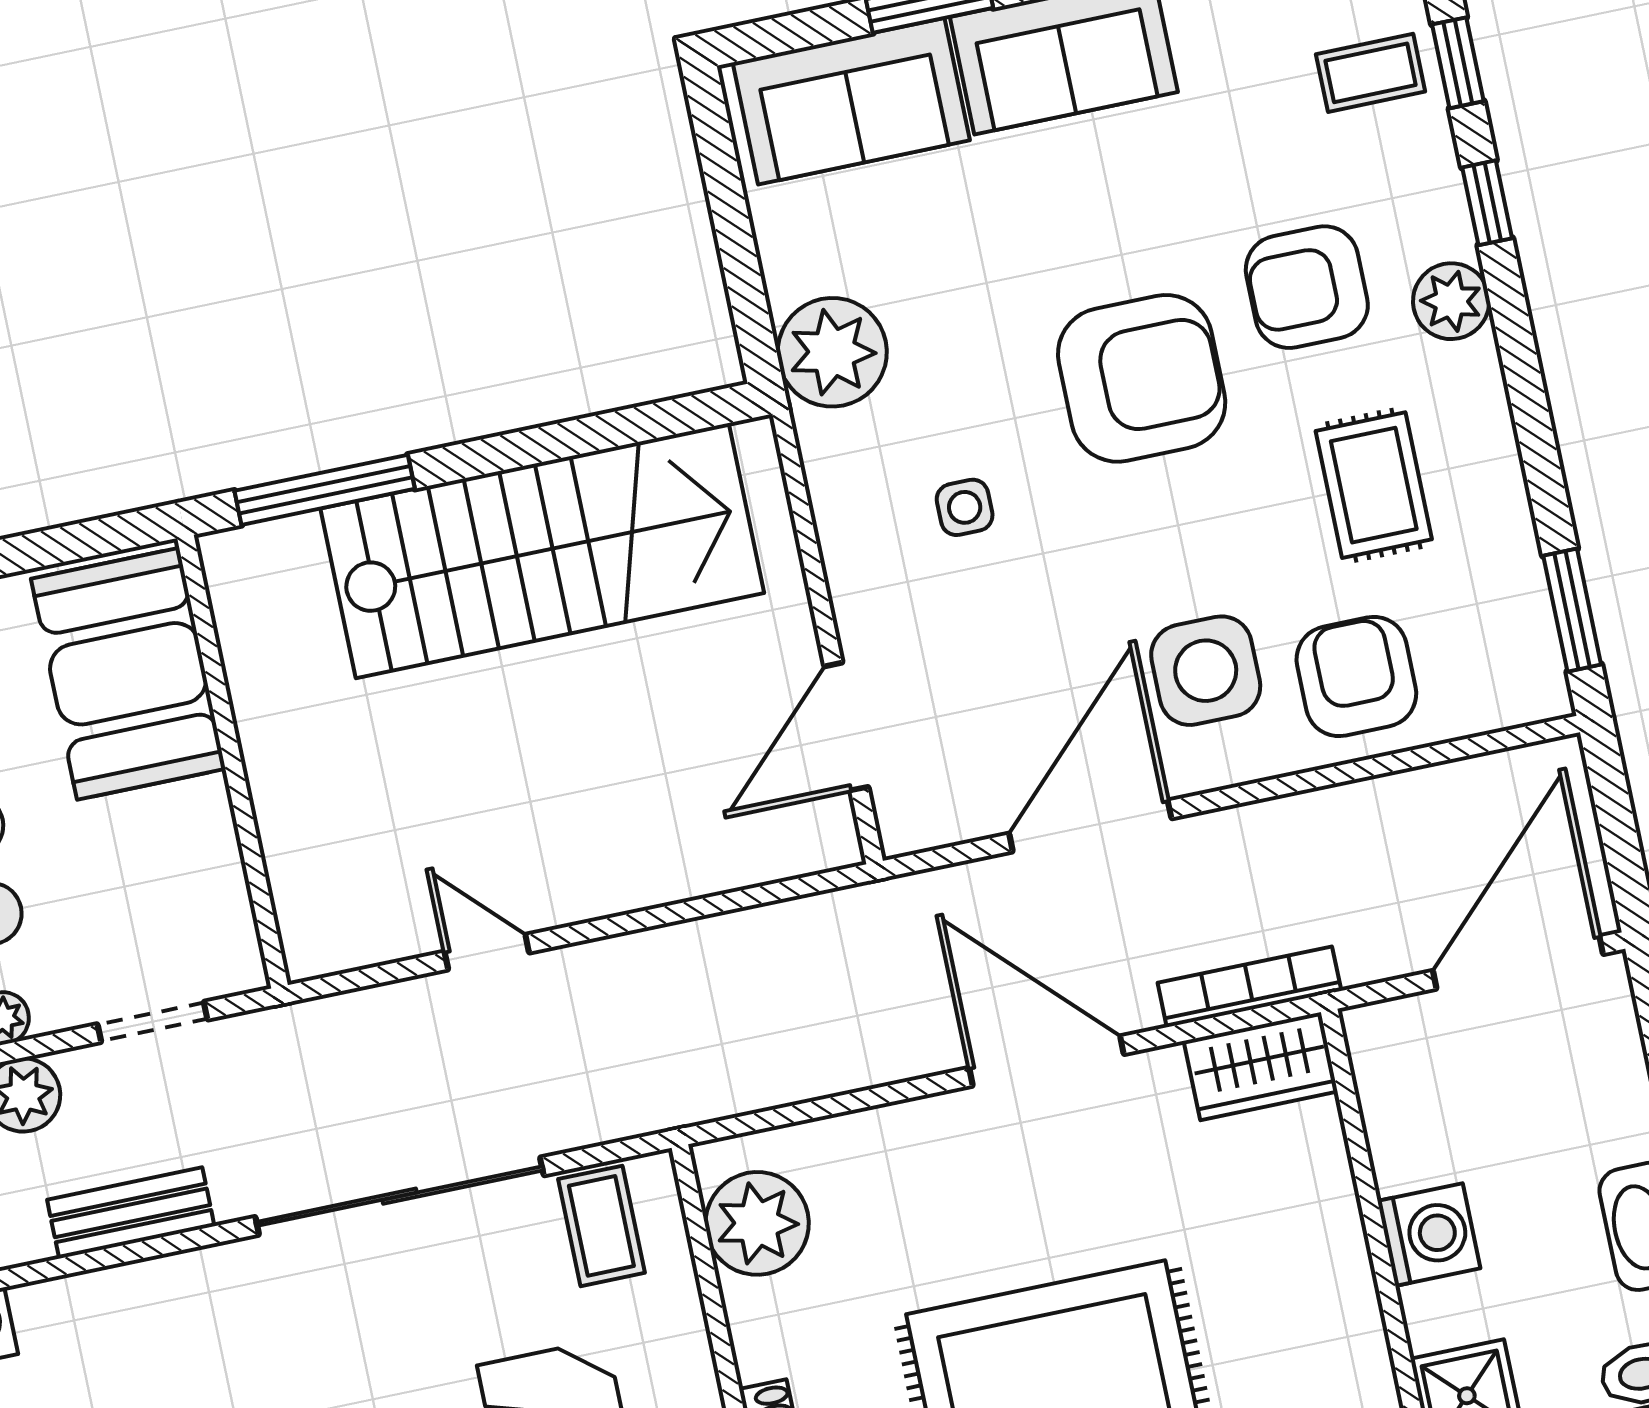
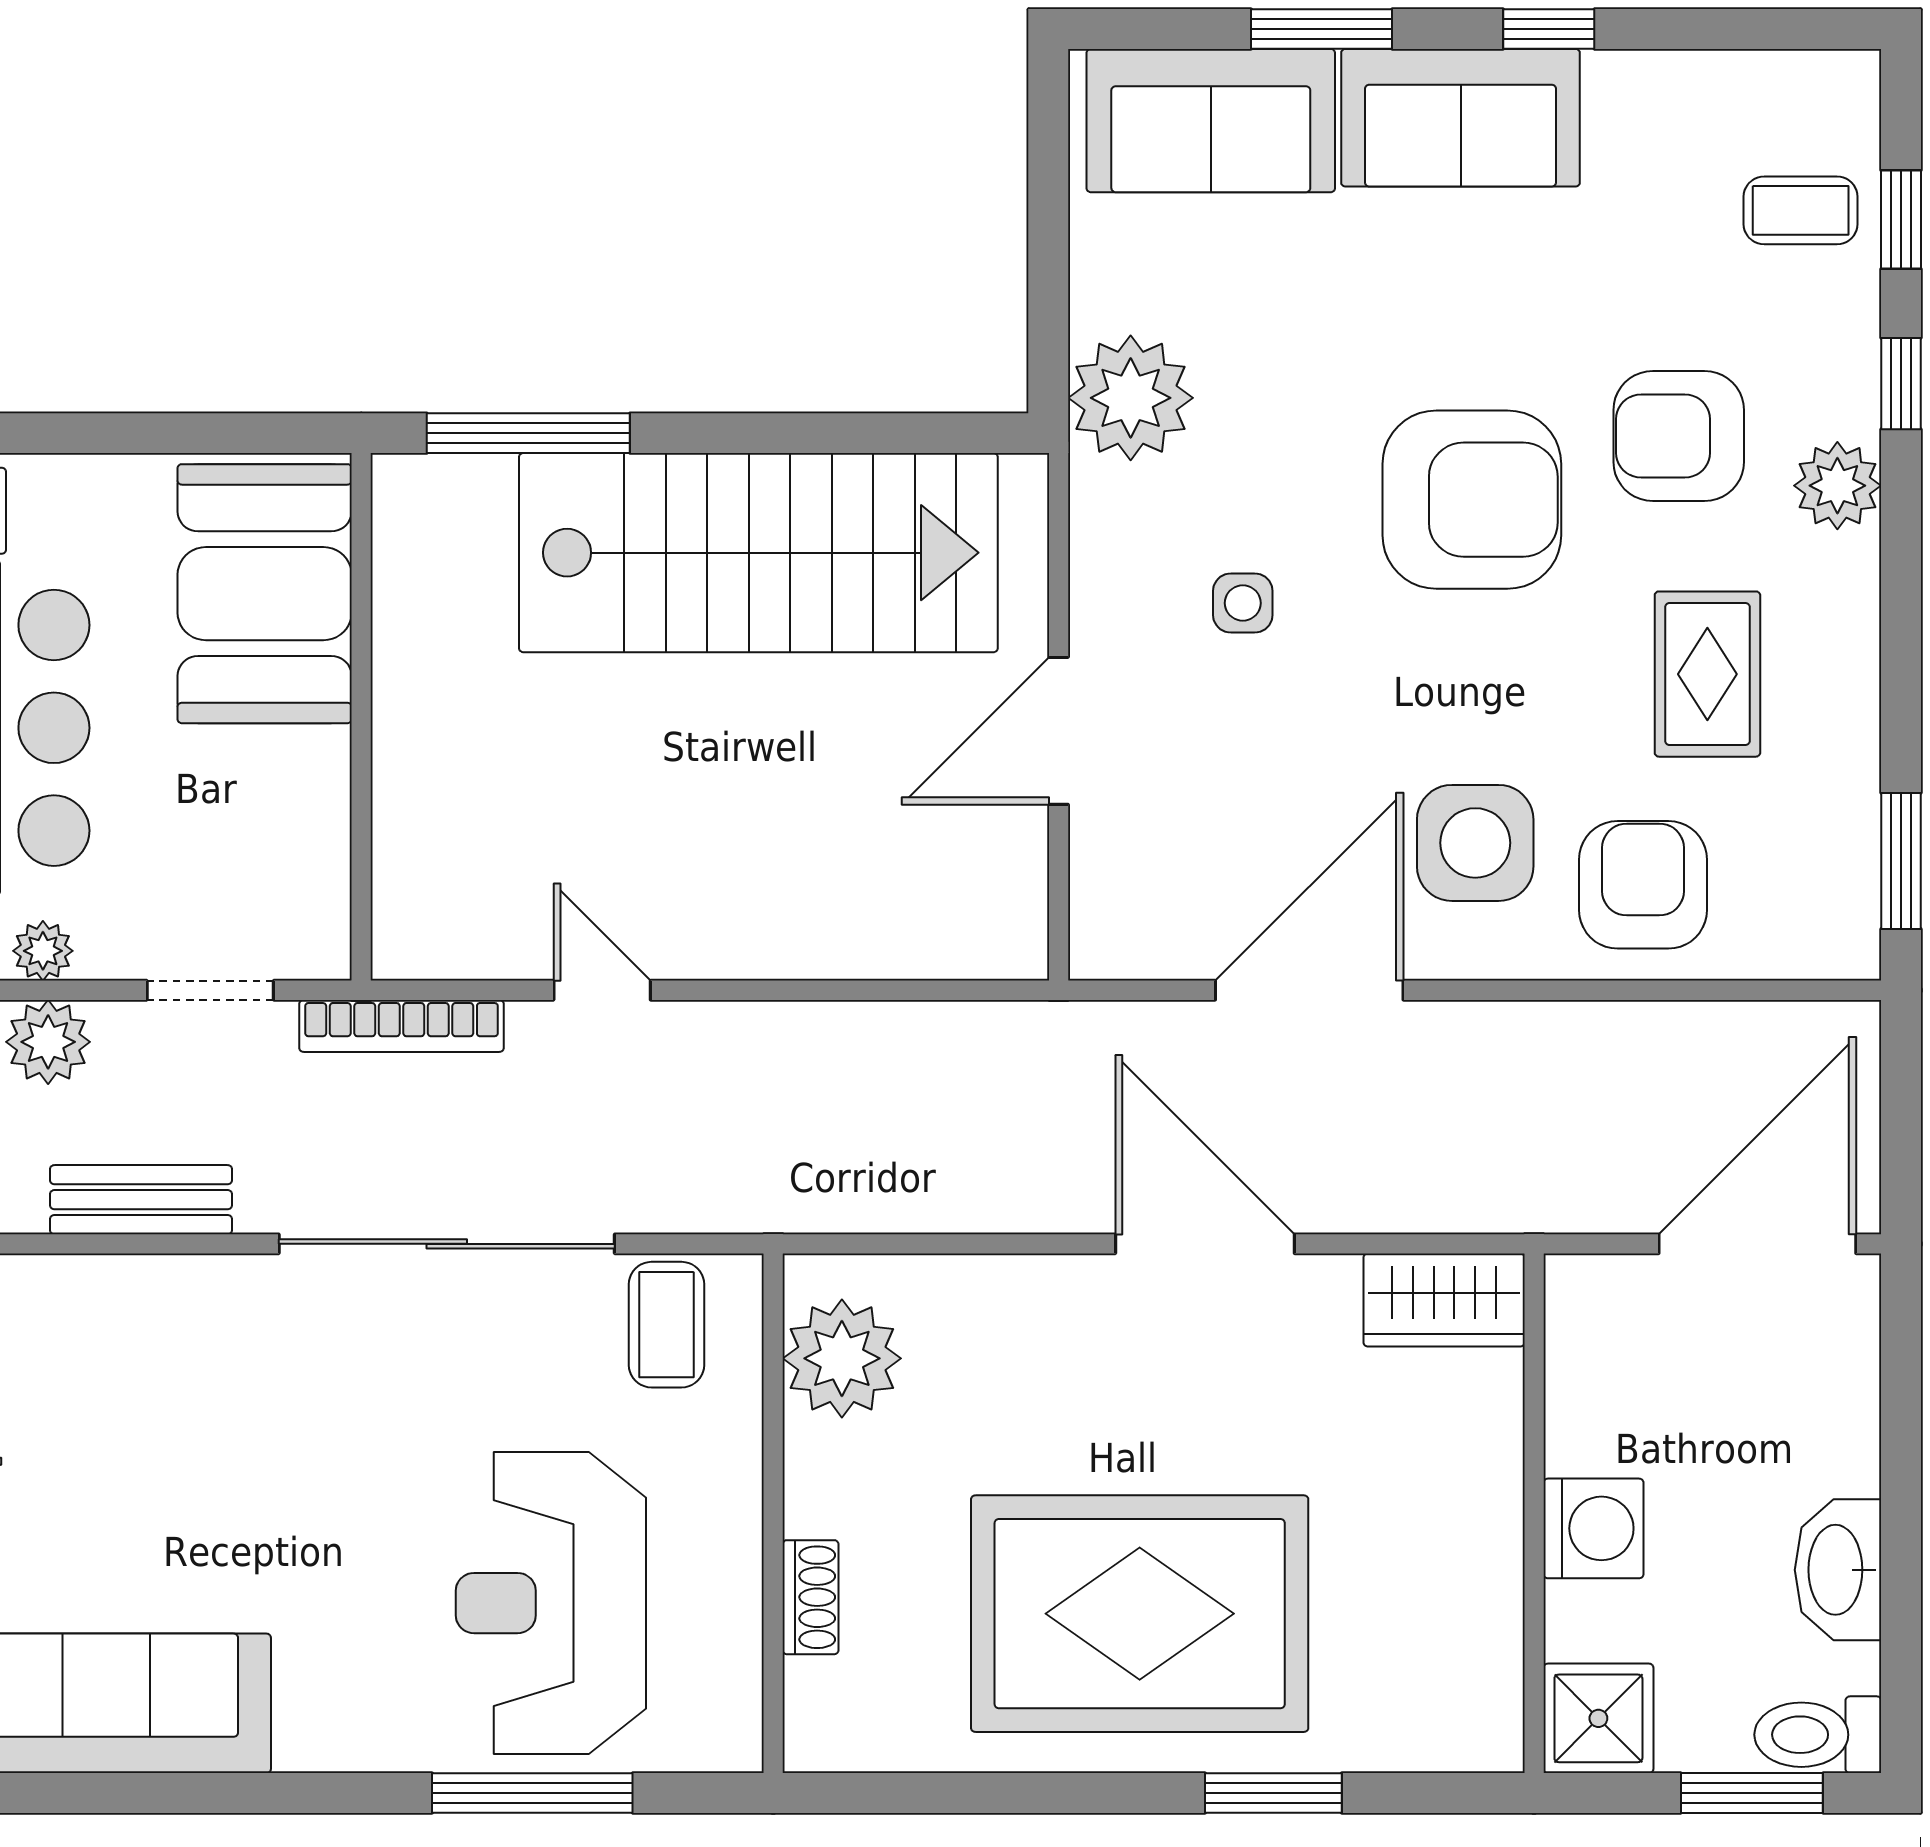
door: (846, 727) -> (1059, 731), moved
bookcase: (1249, 987) -> (402, 1026), moved, turned 180

